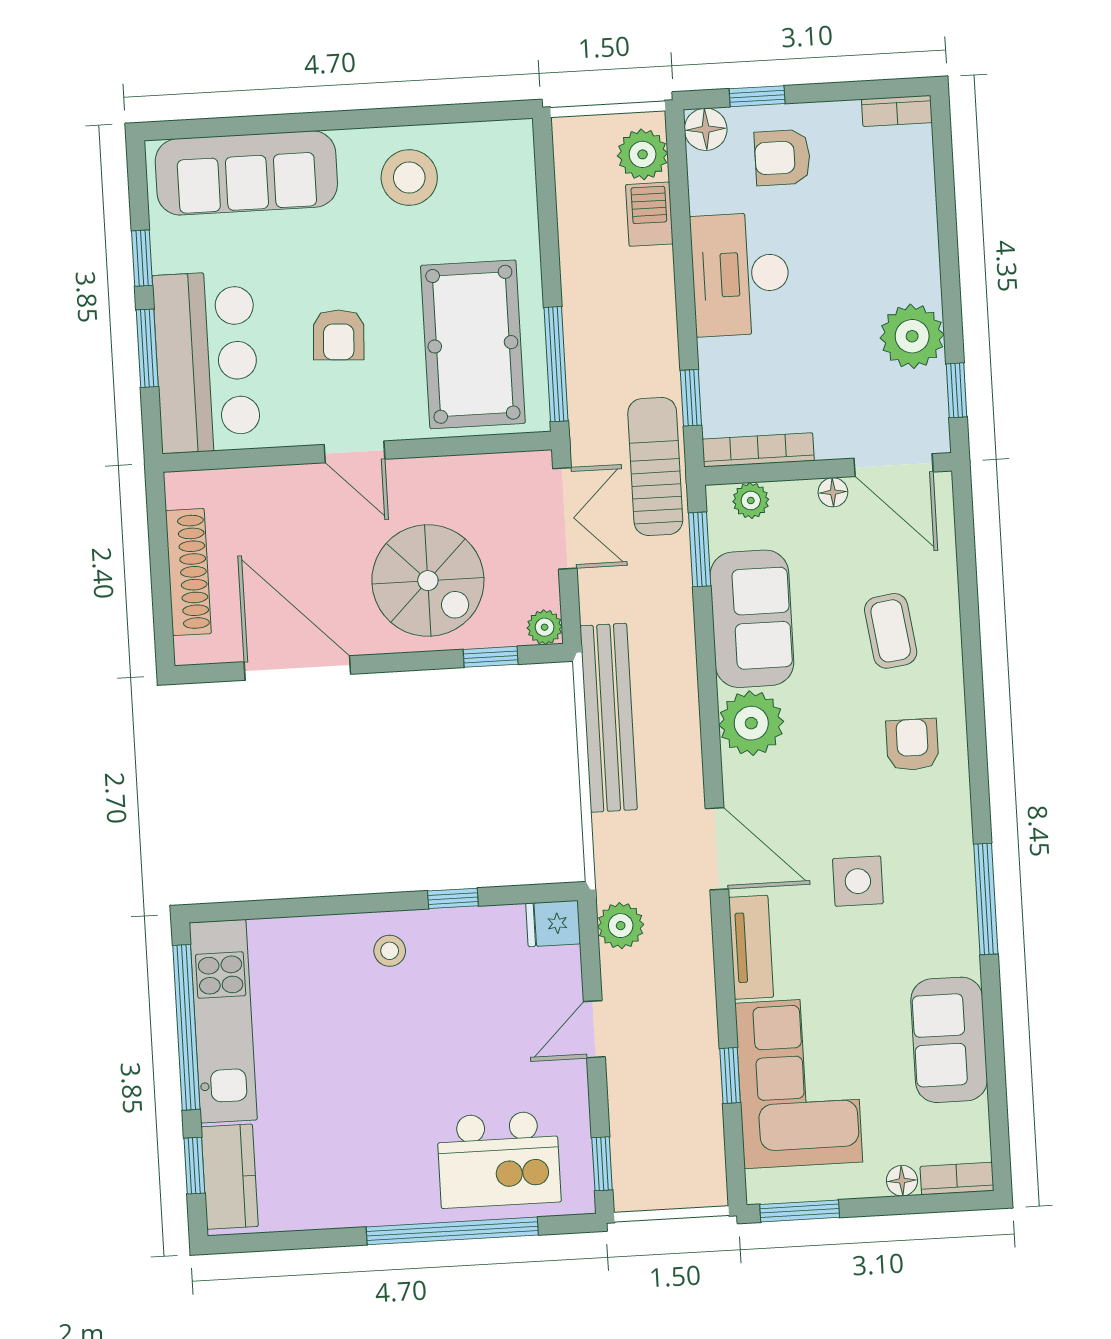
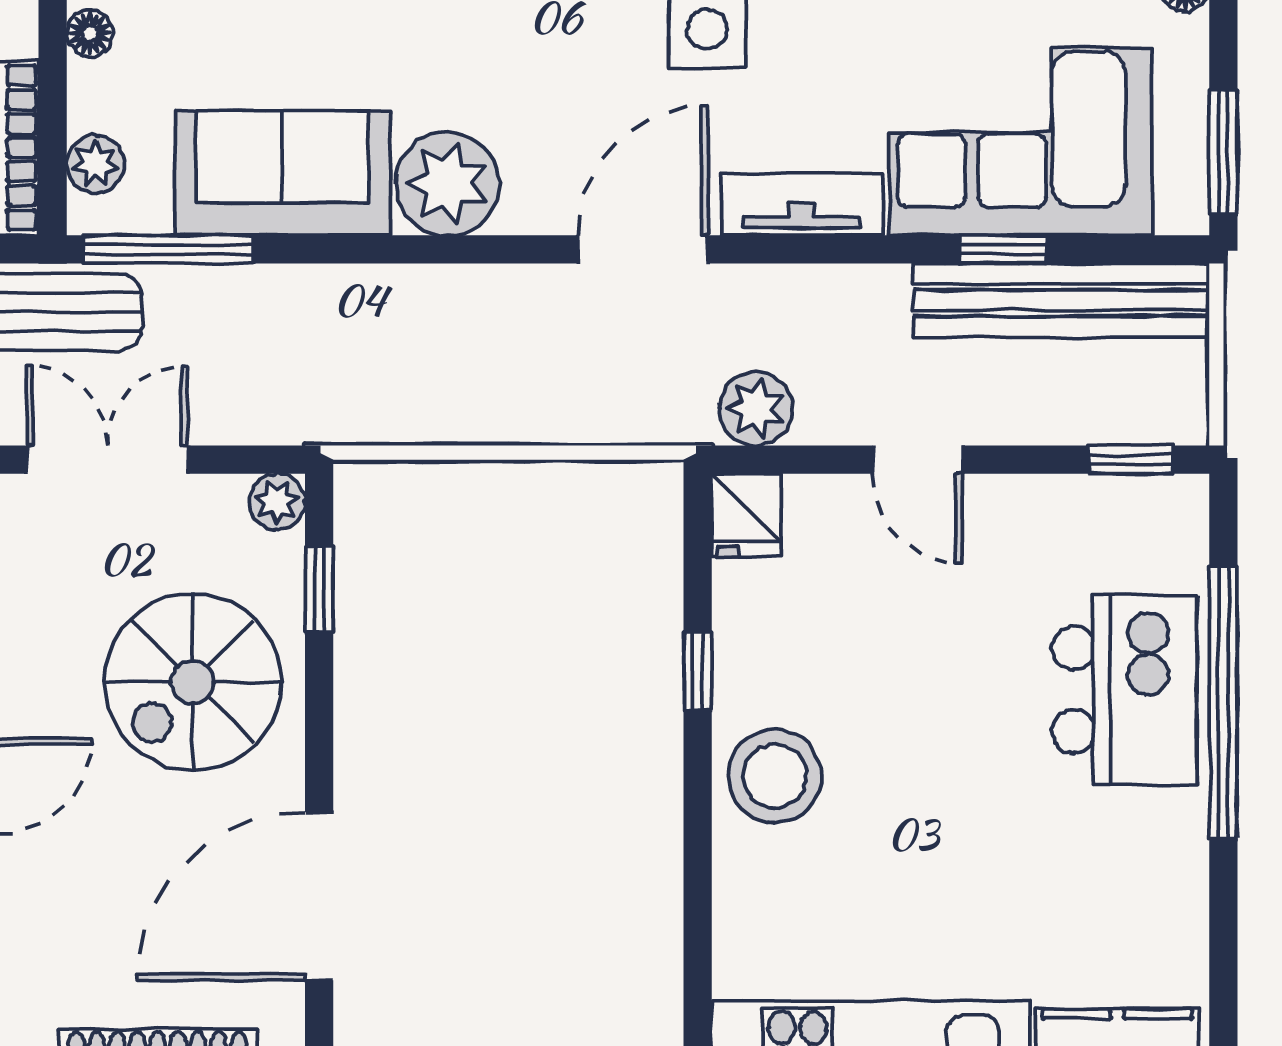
window: (700, 549) -> (168, 249), width x1.44
spiral stairs: (428, 581) -> (193, 682), turned 180
bench: (609, 718) -> (1061, 300), moved
stool: (390, 951) -> (775, 776), width x1.89, depth x1.89
kitchen island: (499, 1159) -> (1125, 690), moved

